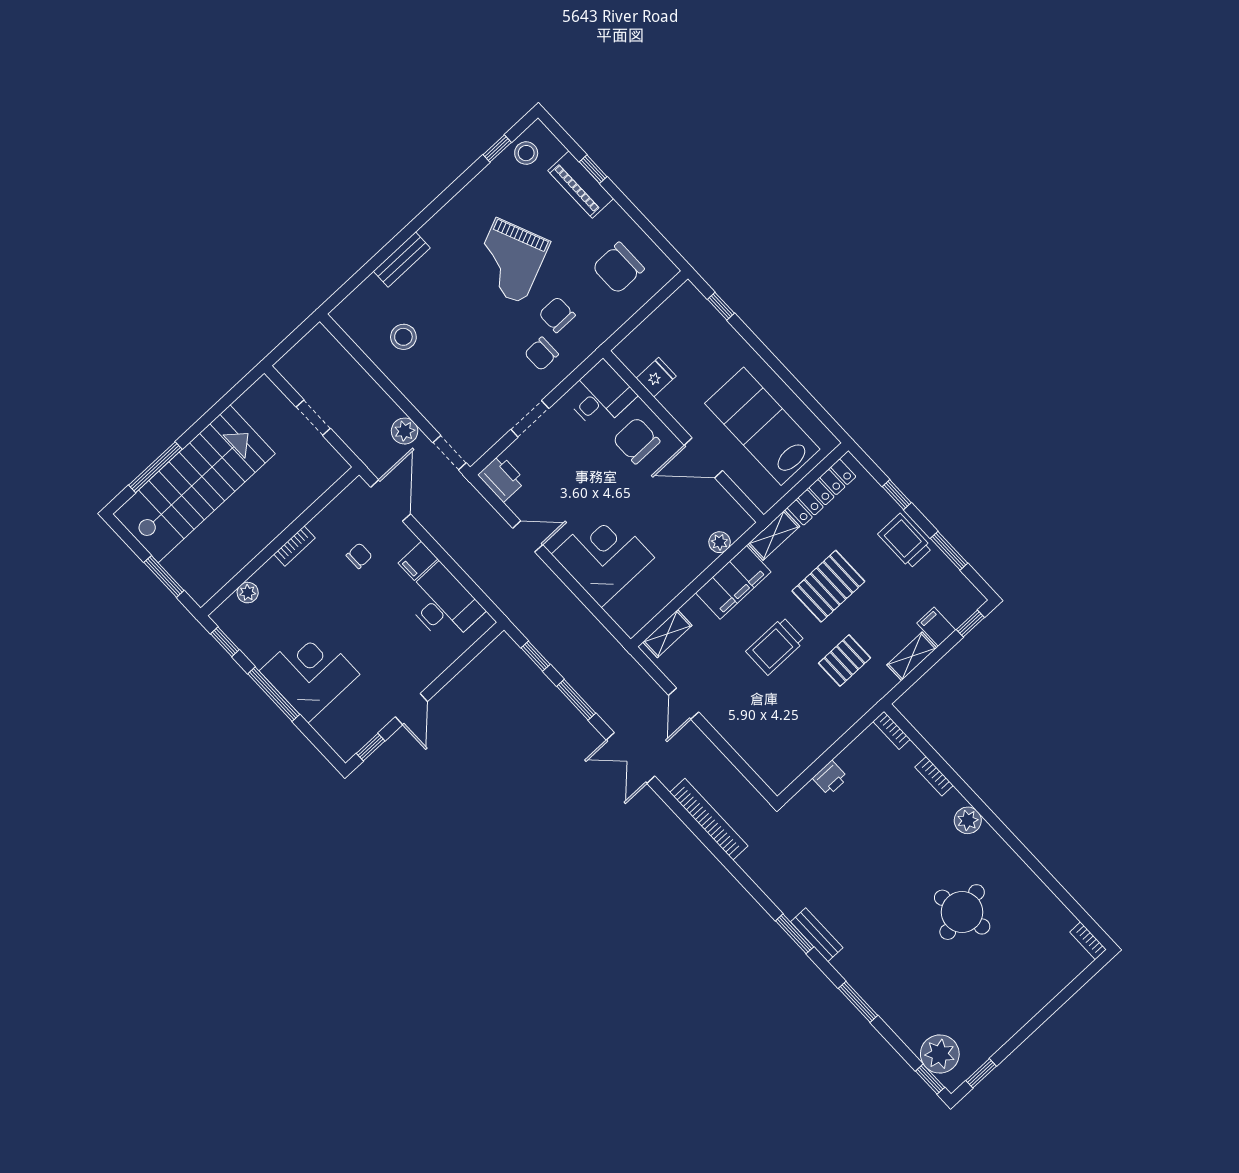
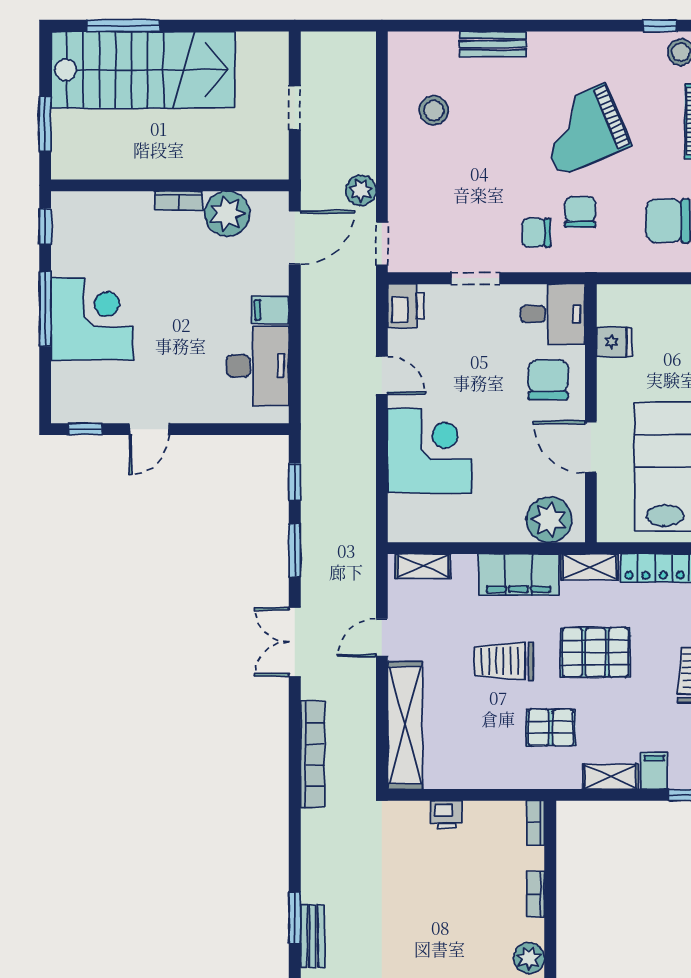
plant: (720, 542) -> (549, 520), width x1.88, depth x1.88
chair: (359, 556) -> (225, 260), removed
plant: (248, 593) -> (227, 214), moved, width x1.88, depth x1.88
shelving: (750, 746) -> (405, 725), added

